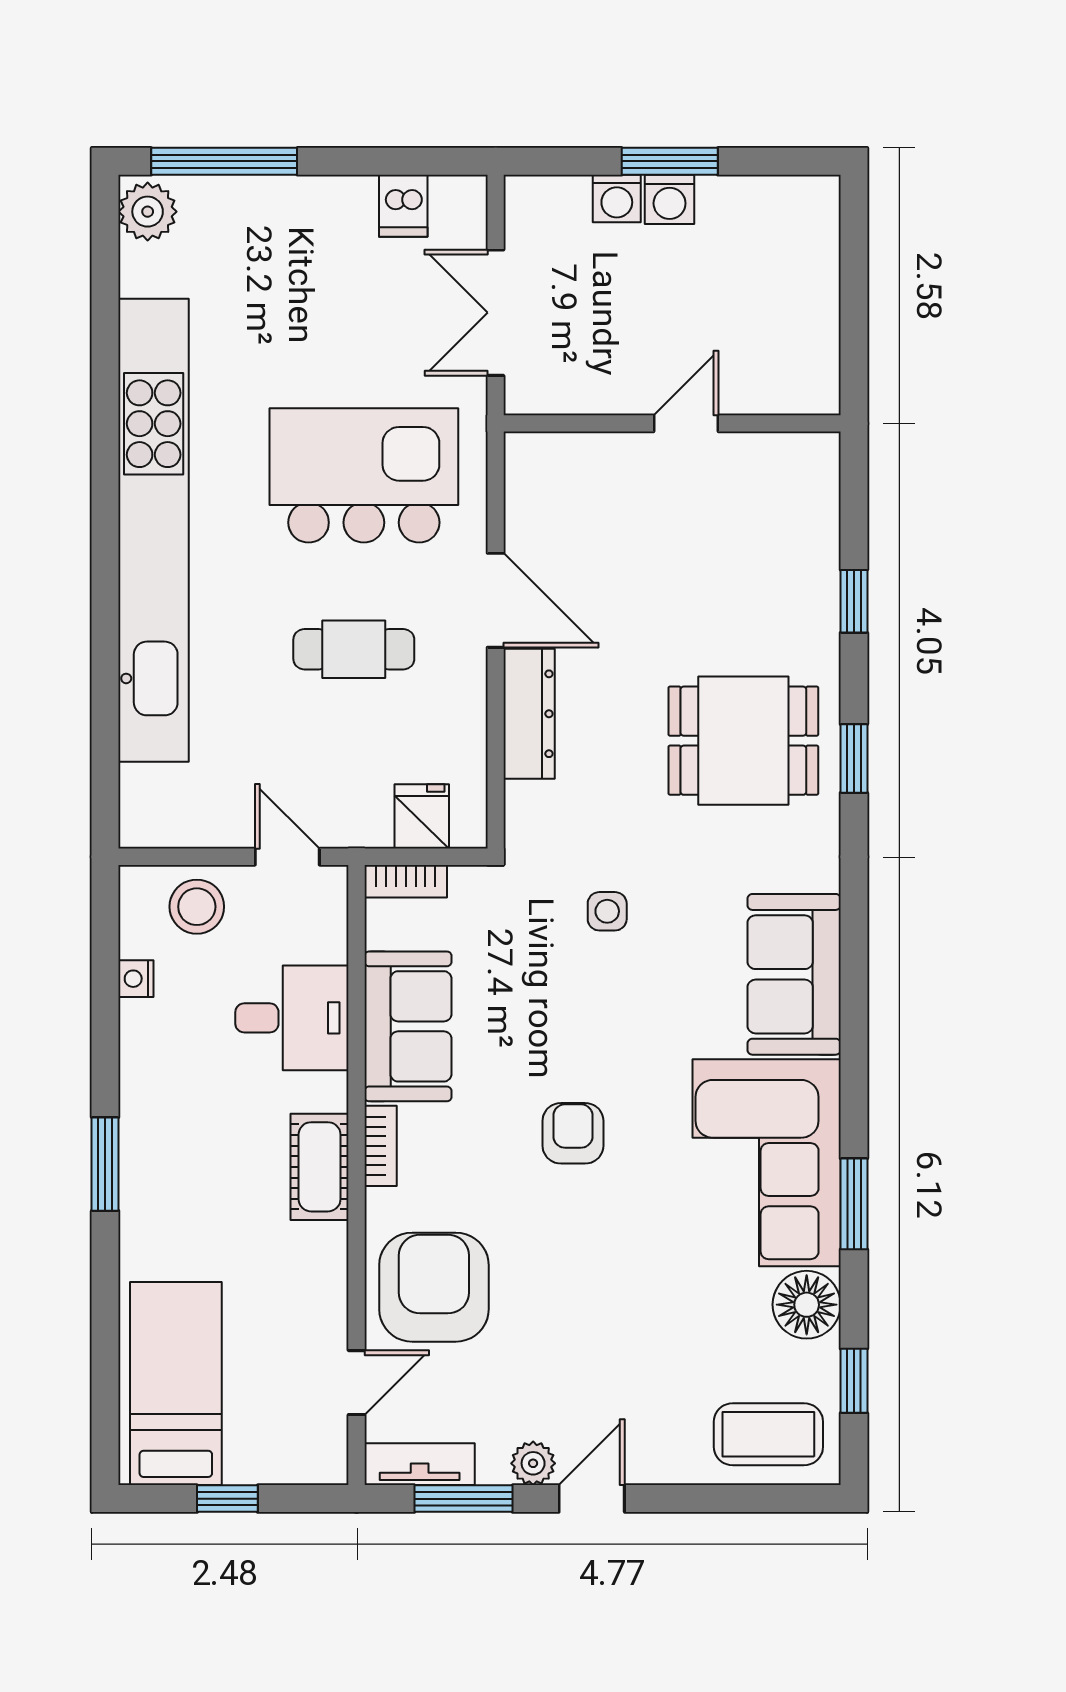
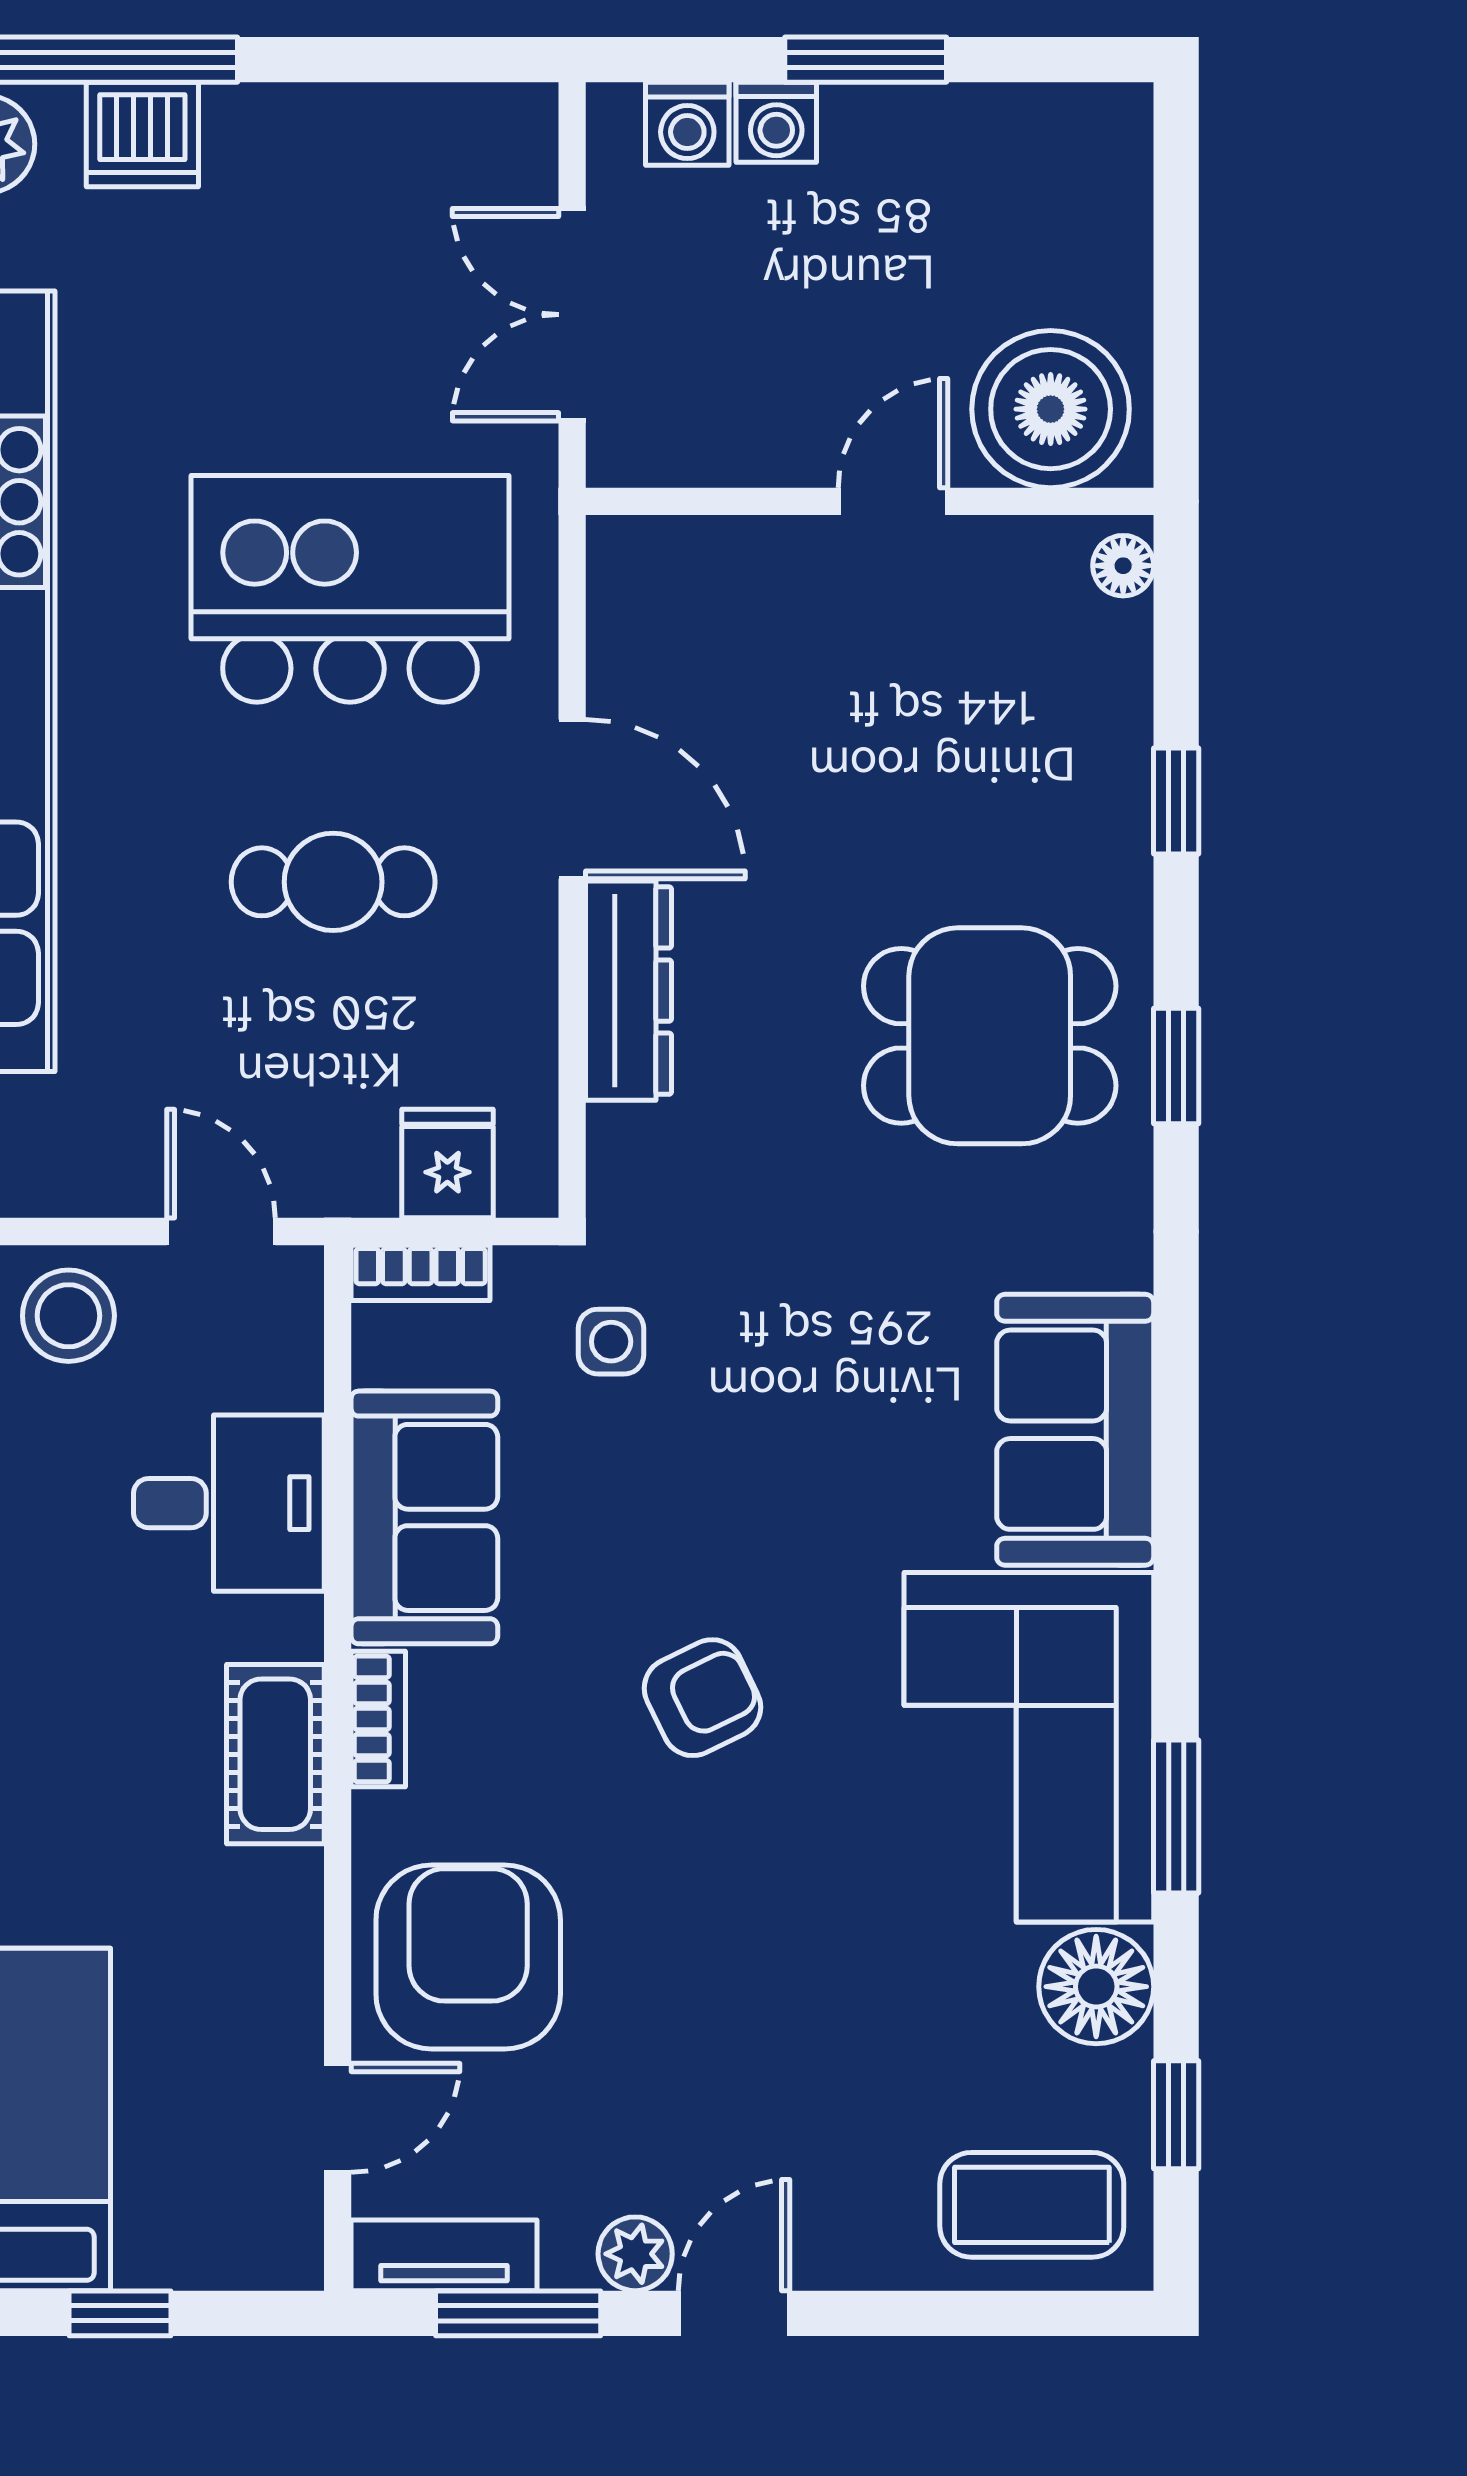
washing machine: (670, 199) -> (687, 124), moved
dishwasher: (403, 206) -> (142, 135), moved, width x1.38
boiler: (780, 369) -> (1051, 409), added
floor lamp: (823, 462) -> (1123, 566), added
side table: (607, 911) -> (611, 1342), moved
armchair: (573, 1133) -> (702, 1698), turned 64

